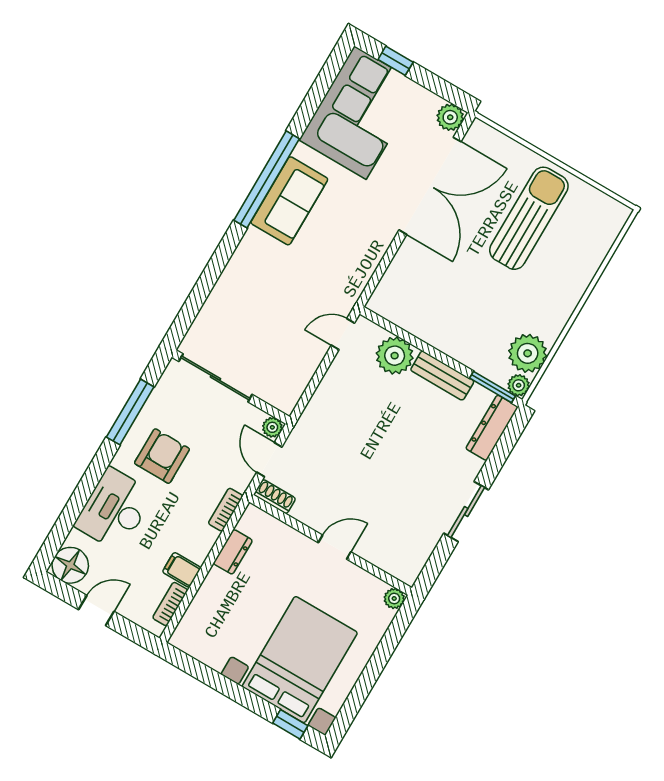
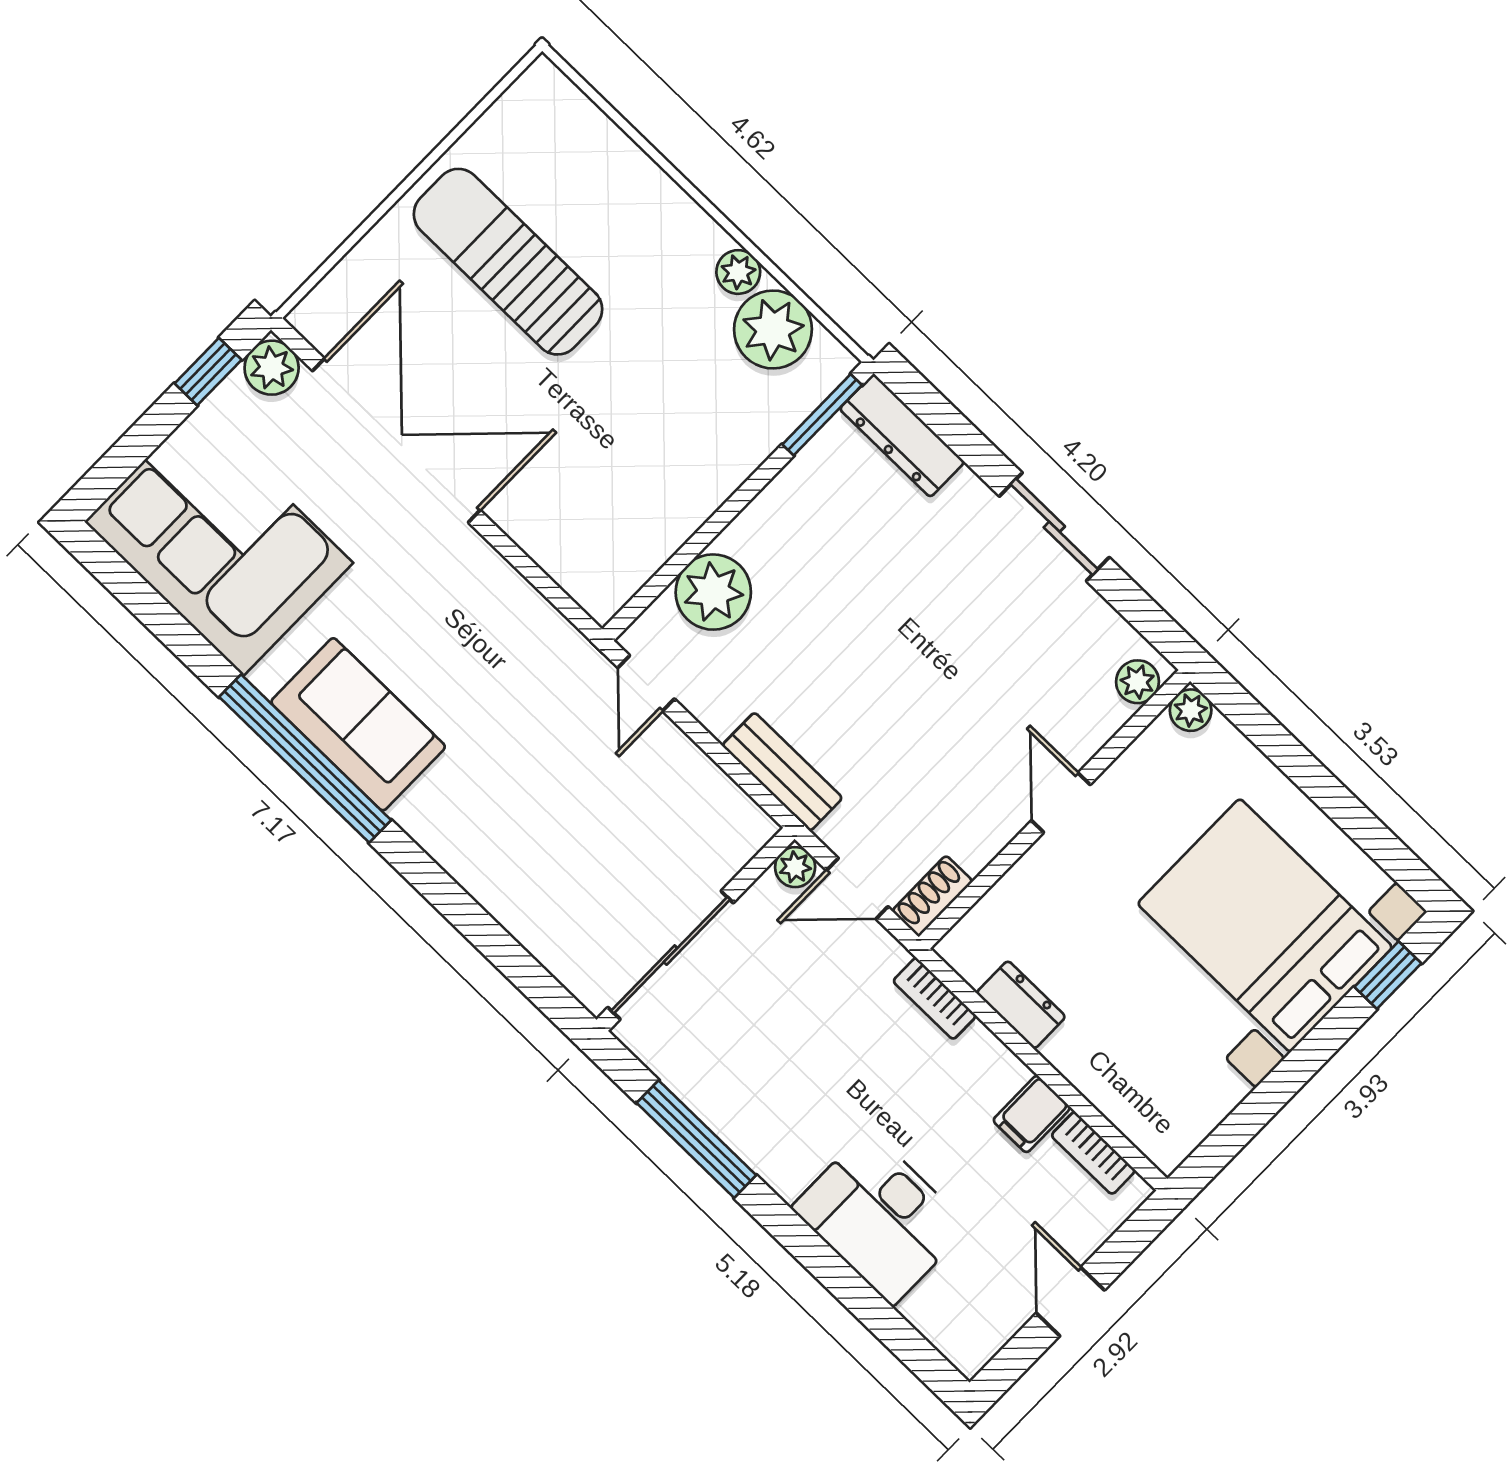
window: (396, 61) -> (208, 372), moved
bench: (442, 376) -> (782, 772), moved, turned 90
plant: (519, 385) -> (738, 272), moved
armchair: (162, 456) -> (798, 1098), removed
floor lamp: (70, 565) -> (969, 1331), removed
plant: (402, 570) -> (1138, 682), added

